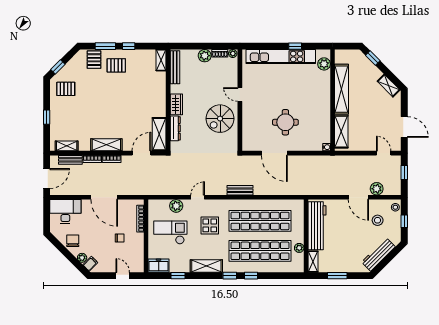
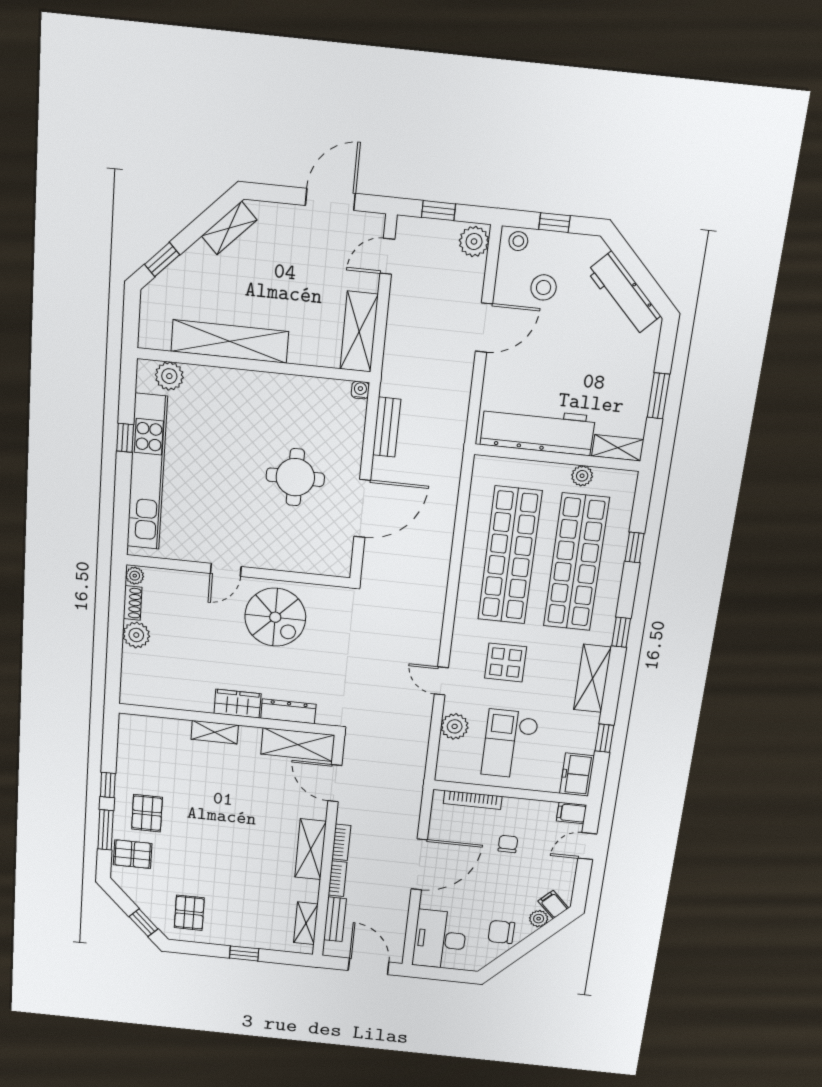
shelving: (161, 60) -> (215, 732), moved
bench: (175, 67) -> (158, 698), removed
shelving: (341, 132) -> (359, 332), moved, turned 90
plant: (377, 189) -> (474, 241), moved
bench: (240, 190) -> (387, 427), moved
filing cabinet: (139, 266) -> (572, 813), added
window: (251, 276) -> (634, 547), moved

